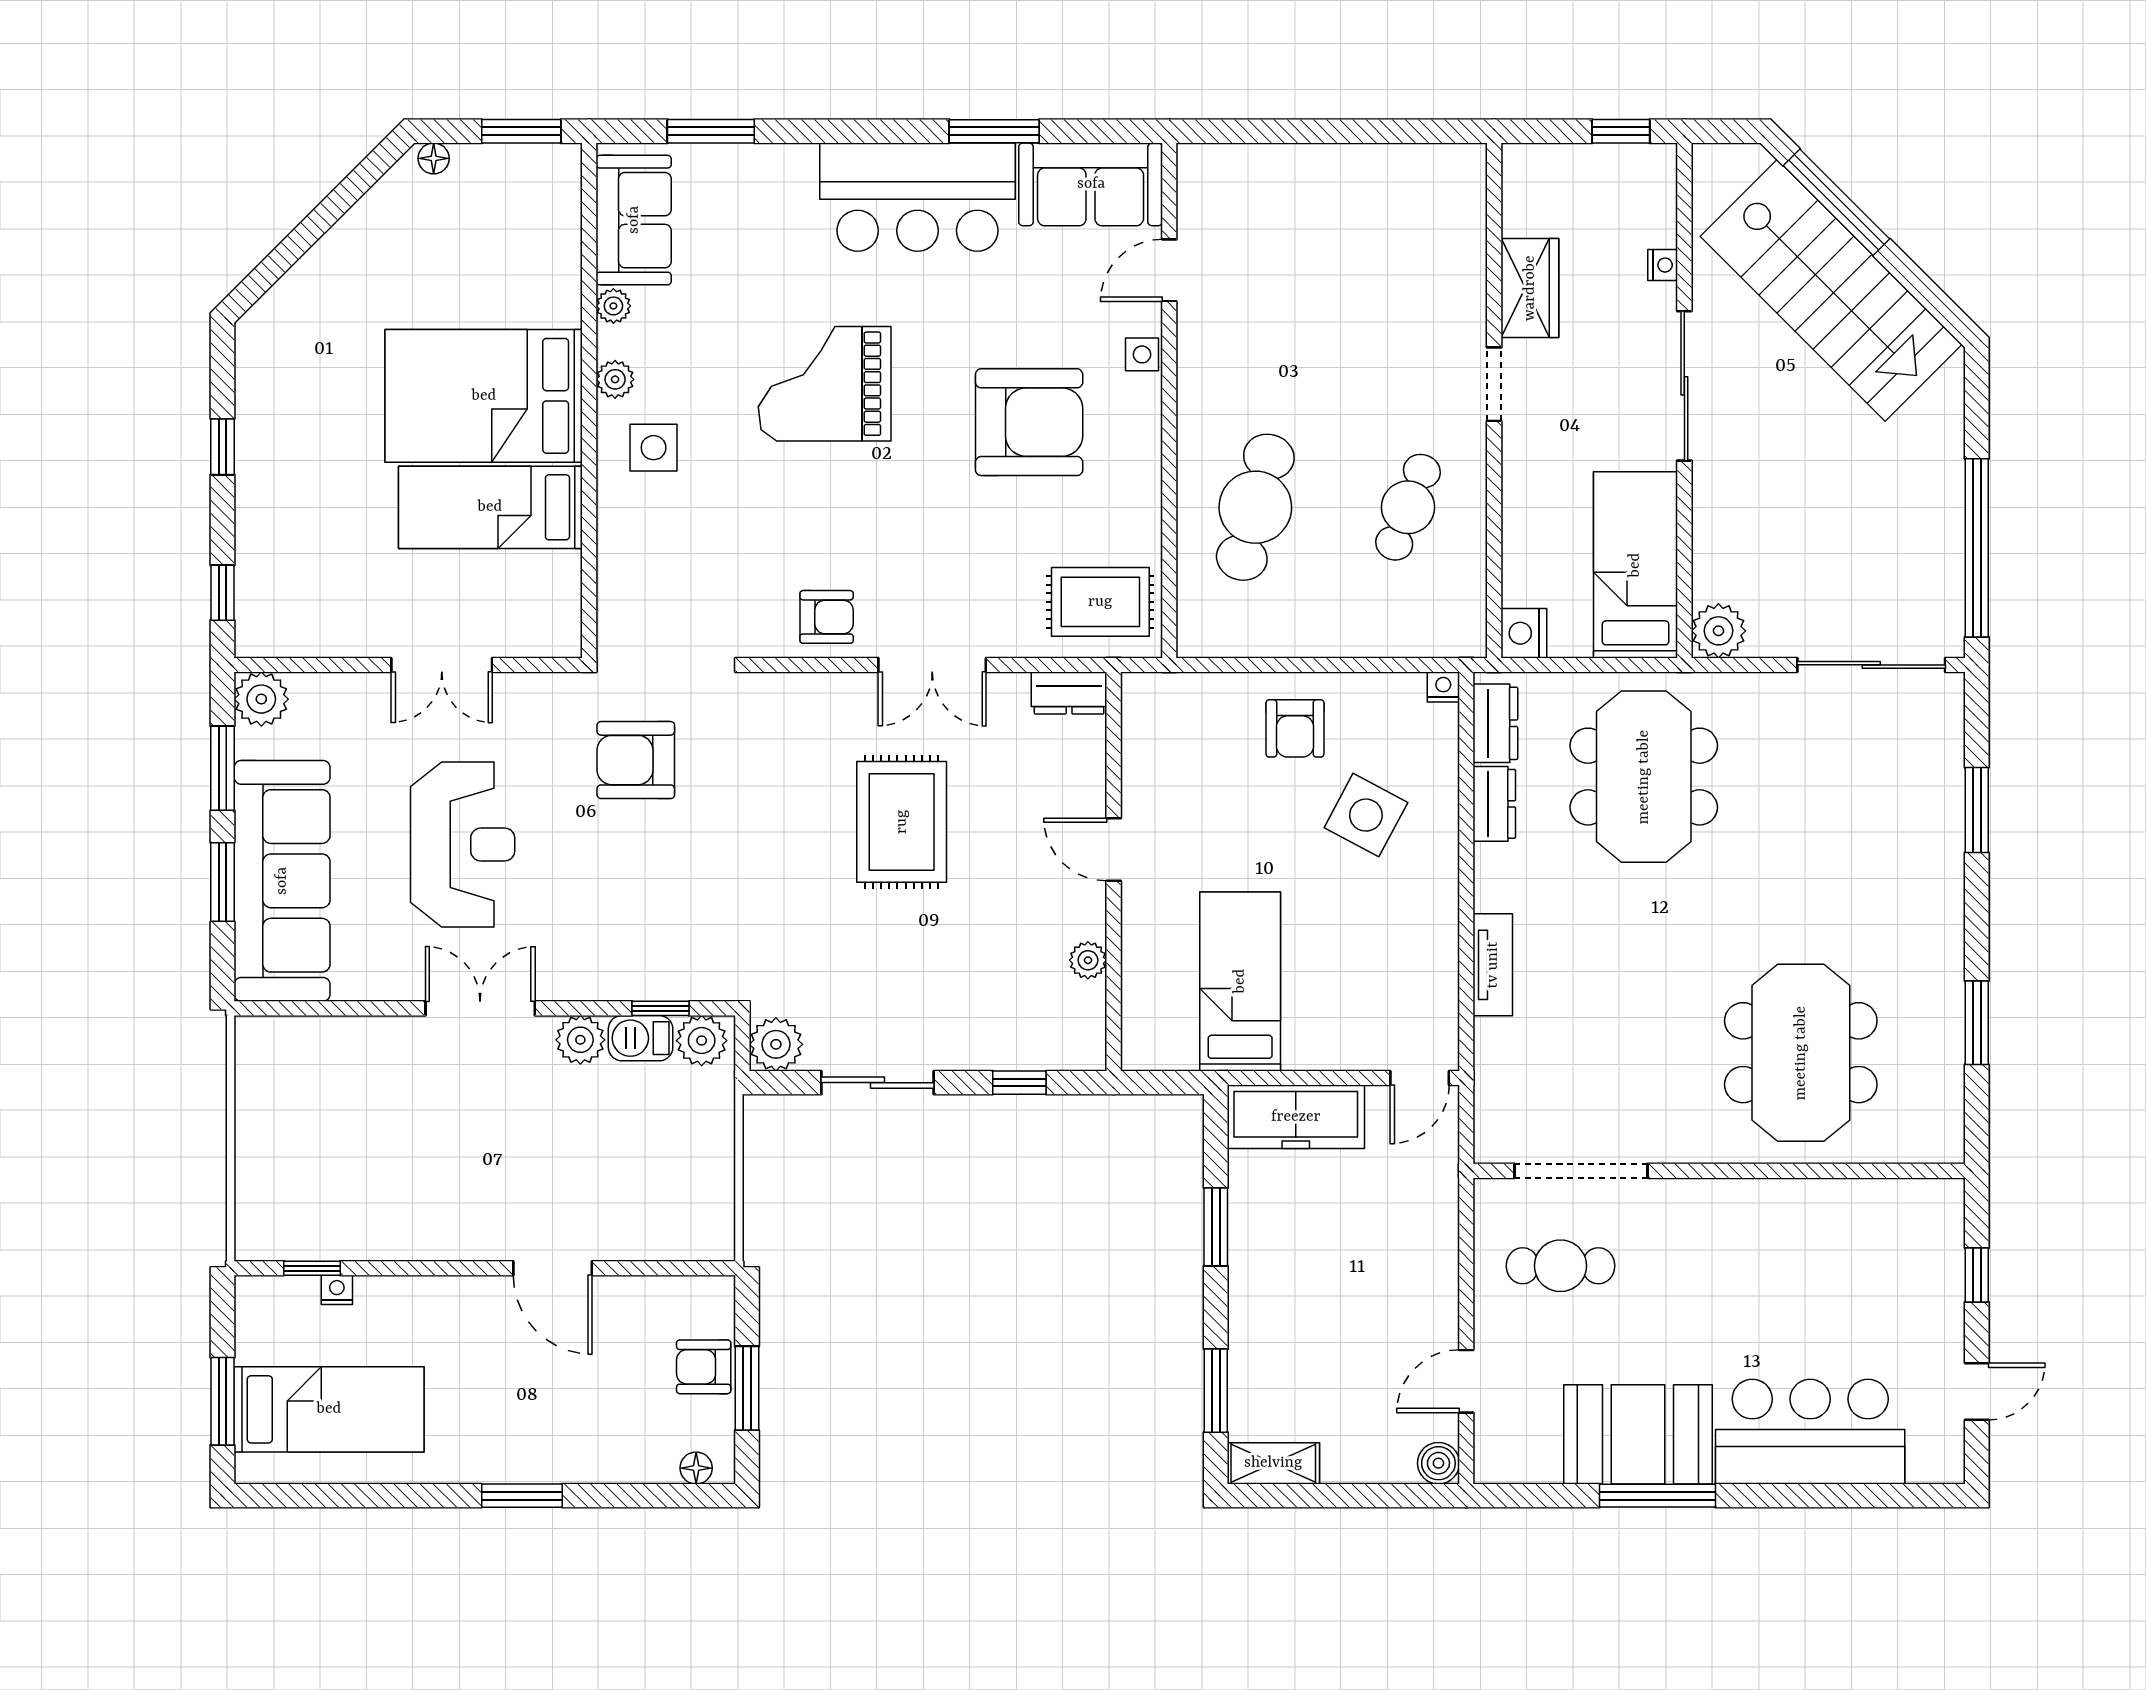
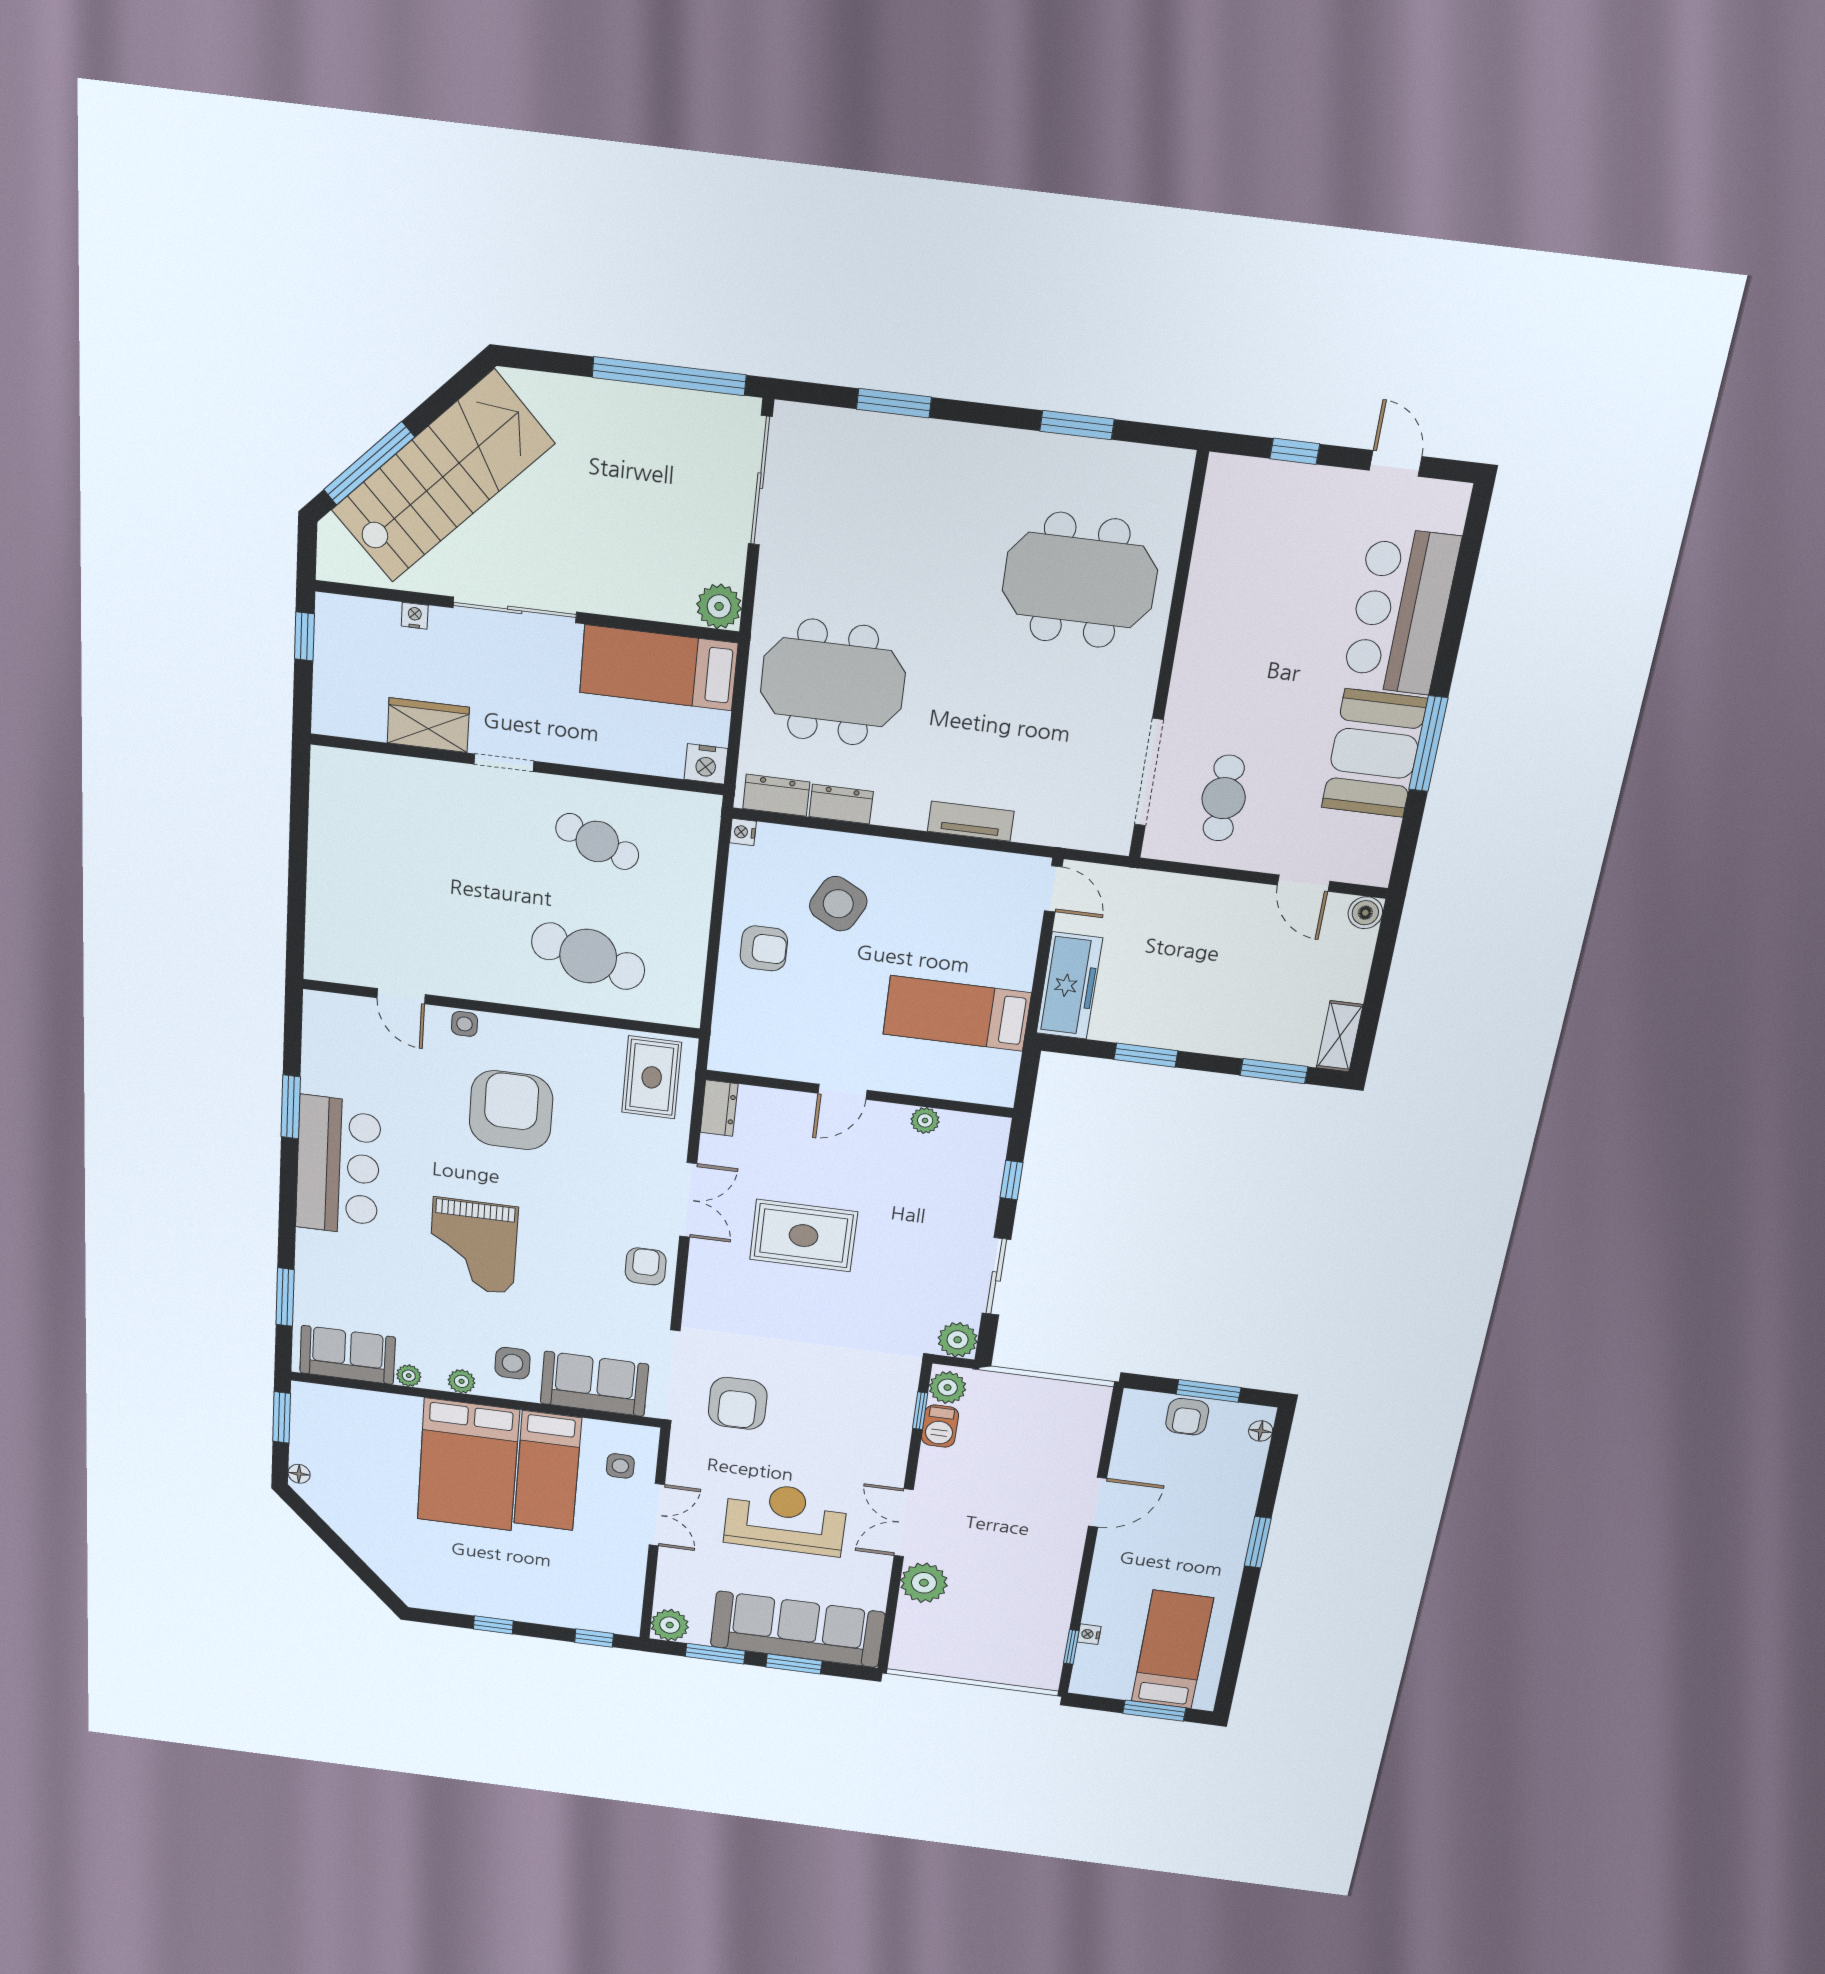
sofa: (1091, 184) -> (594, 1384), moved, turned -90
side table: (513, 608) -> (620, 1466), added
plant: (580, 1040) -> (924, 1583), moved, width x1.36, depth x1.36

